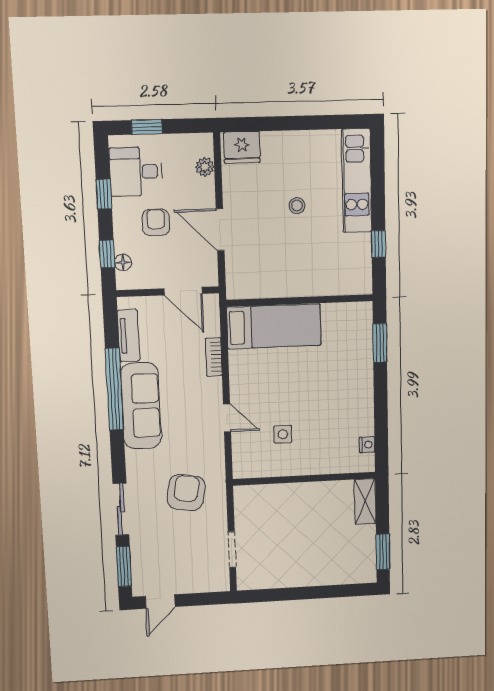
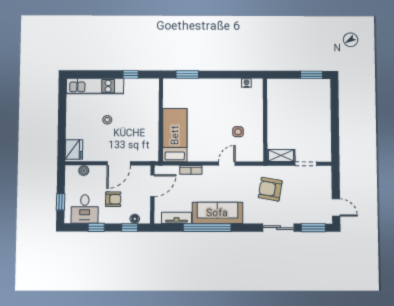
armchair: (156, 222) -> (113, 199), turned 180
shelving: (365, 501) -> (281, 156), moved

